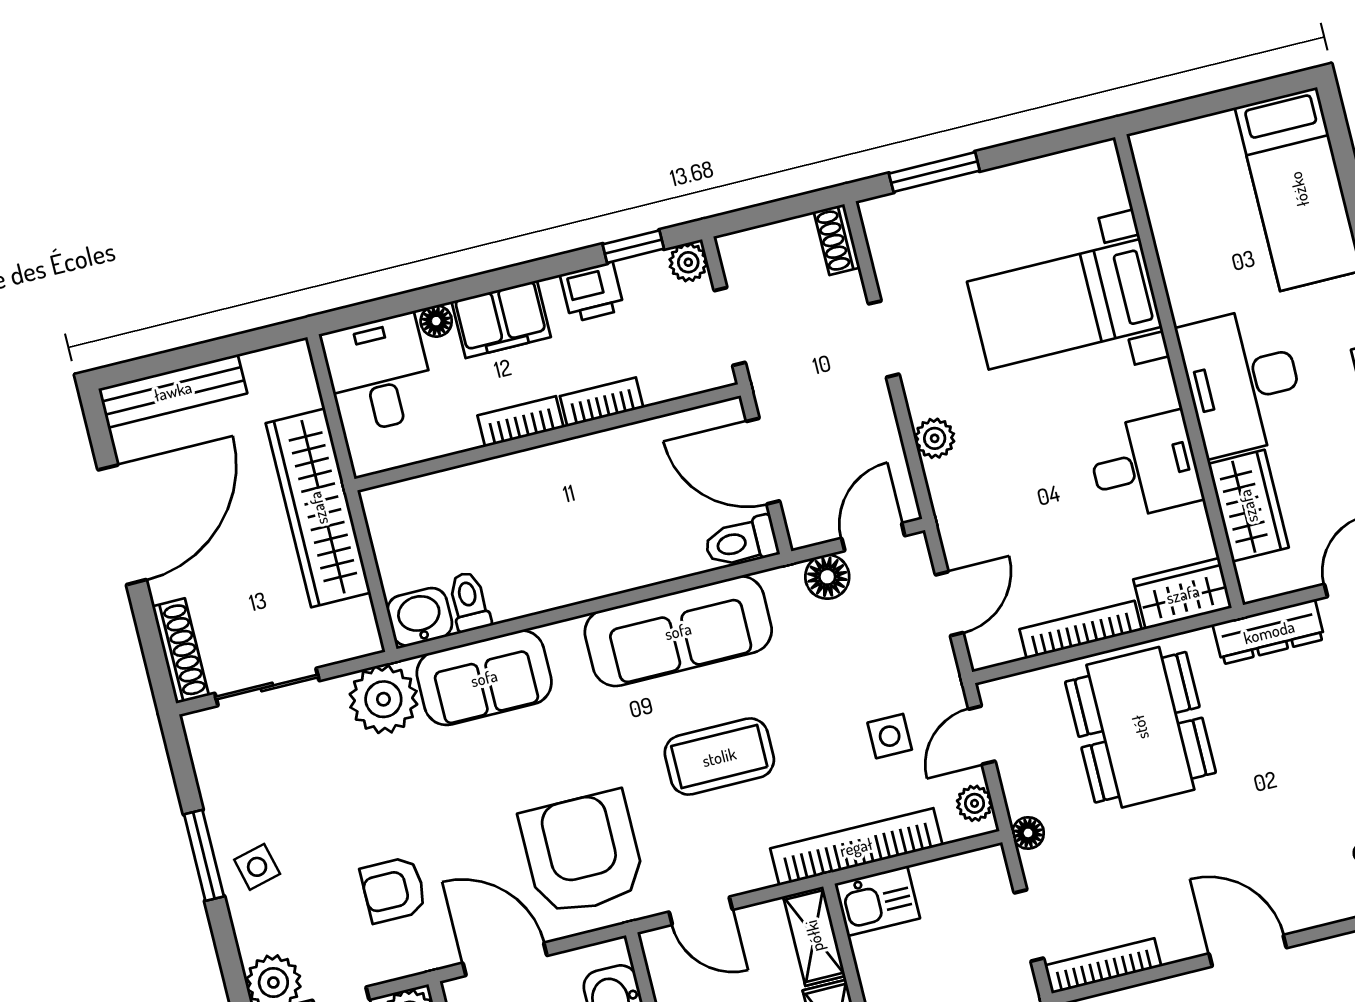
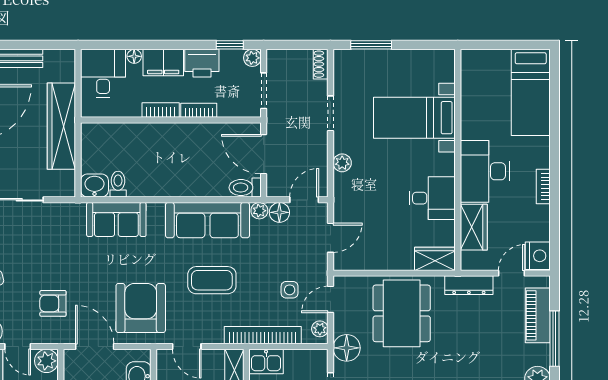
printer: (592, 292) -> (202, 63), width x1.36, depth x1.24
bookcase: (1081, 630) -> (386, 264), removed
plant: (383, 699) -> (259, 211), moved, width x0.53, depth x0.53
floor lamp: (1028, 833) -> (347, 348), width x1.89, depth x1.89

